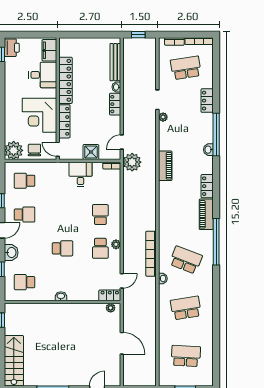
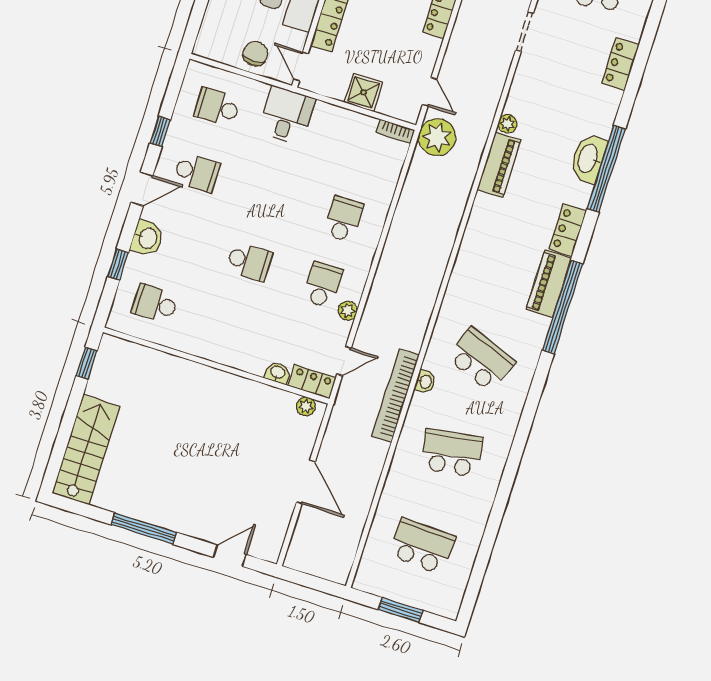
plant: (163, 117) -> (507, 124), moved
window: (216, 135) -> (606, 169), moved
door: (122, 142) -> (430, 92), swing flipped
plant: (14, 150) -> (215, 42), removed
washbasin: (208, 150) -> (588, 159), width x1.91, depth x1.45
desk: (80, 174) -> (287, 116), moved
window: (216, 242) -> (562, 307), moved
plant: (116, 244) -> (348, 311), moved
school desk: (100, 248) -> (323, 285), turned 180
bookcase: (151, 254) -> (396, 396), moved
washbasin: (61, 296) -> (278, 373), moved

